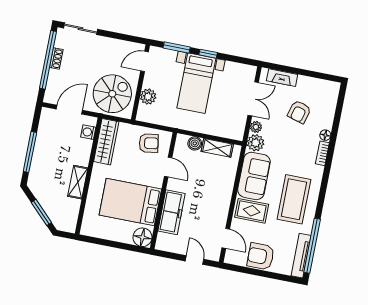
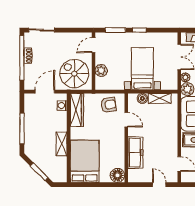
bed with nightstands: (196, 83) -> (142, 69), moved, turned 180
spiral stairs: (112, 94) -> (74, 74), turned -90
bed: (130, 202) -> (85, 161), moved, turned 90

